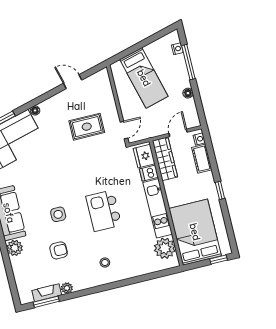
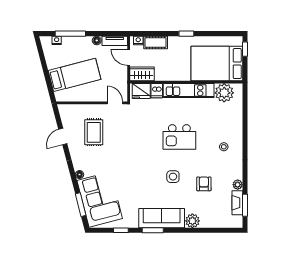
tv unit: (192, 113) -> (115, 41), added
rug: (87, 127) -> (94, 132), moved
wardrobe: (165, 159) -> (142, 74), width x0.67

